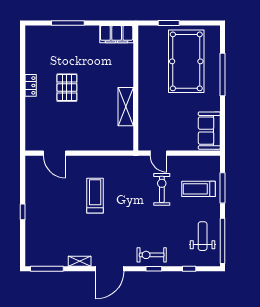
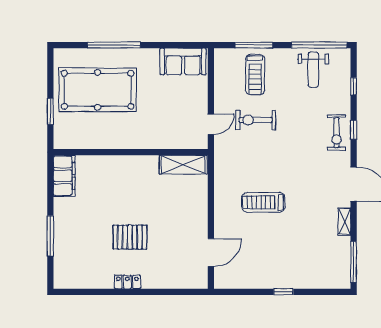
shelving: (126, 107) -> (183, 165), moved
weight bench: (203, 236) -> (313, 70), turned -90

